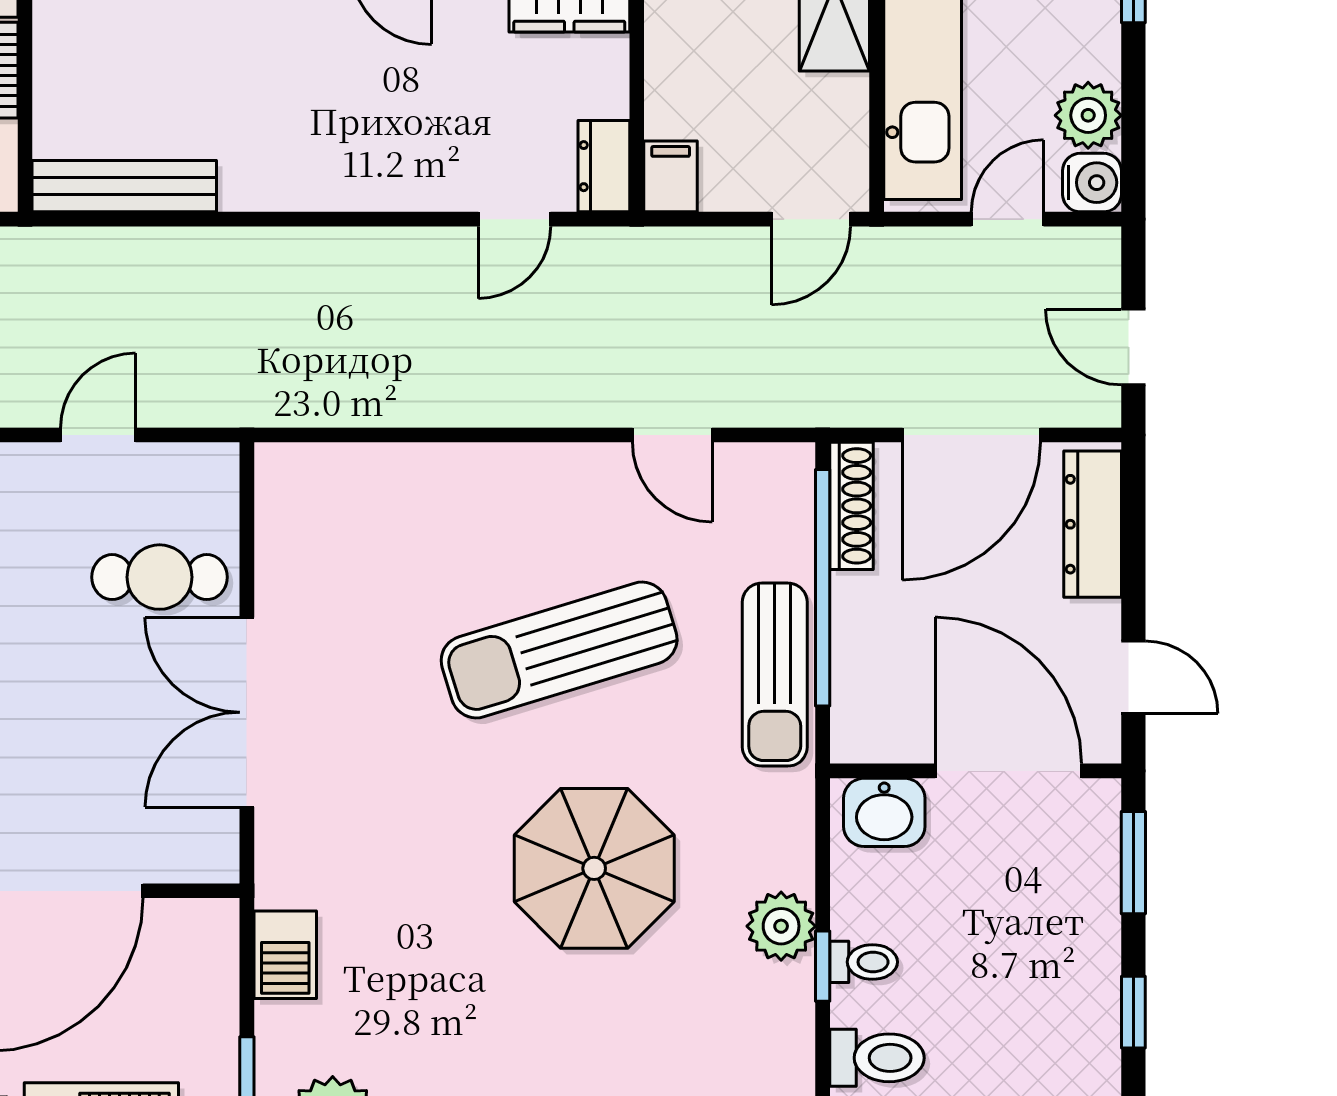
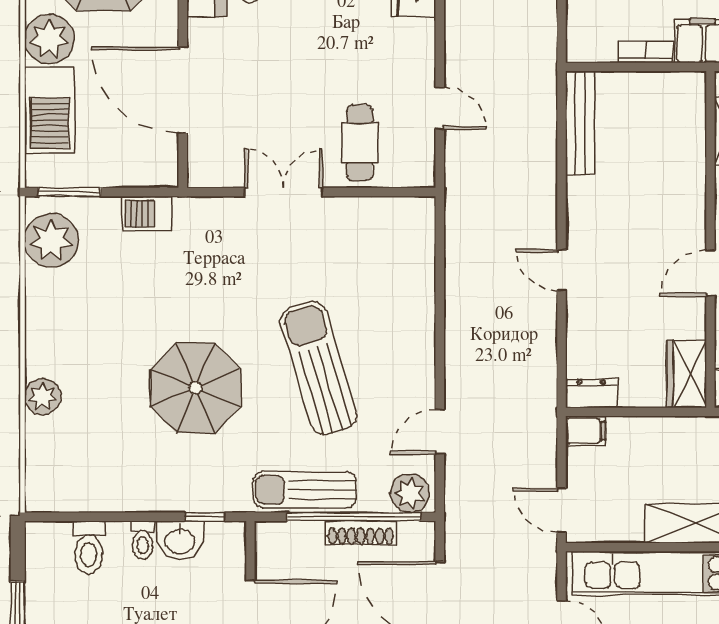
door: (515, 219) -> (562, 270), moved
shoe rack: (851, 506) -> (361, 533), moved
double door: (247, 712) -> (283, 192), width x0.73
washbasin: (884, 812) -> (180, 540), moved, turned -90
plant: (781, 926) -> (410, 493), moved
window: (823, 966) -> (205, 517), moved

